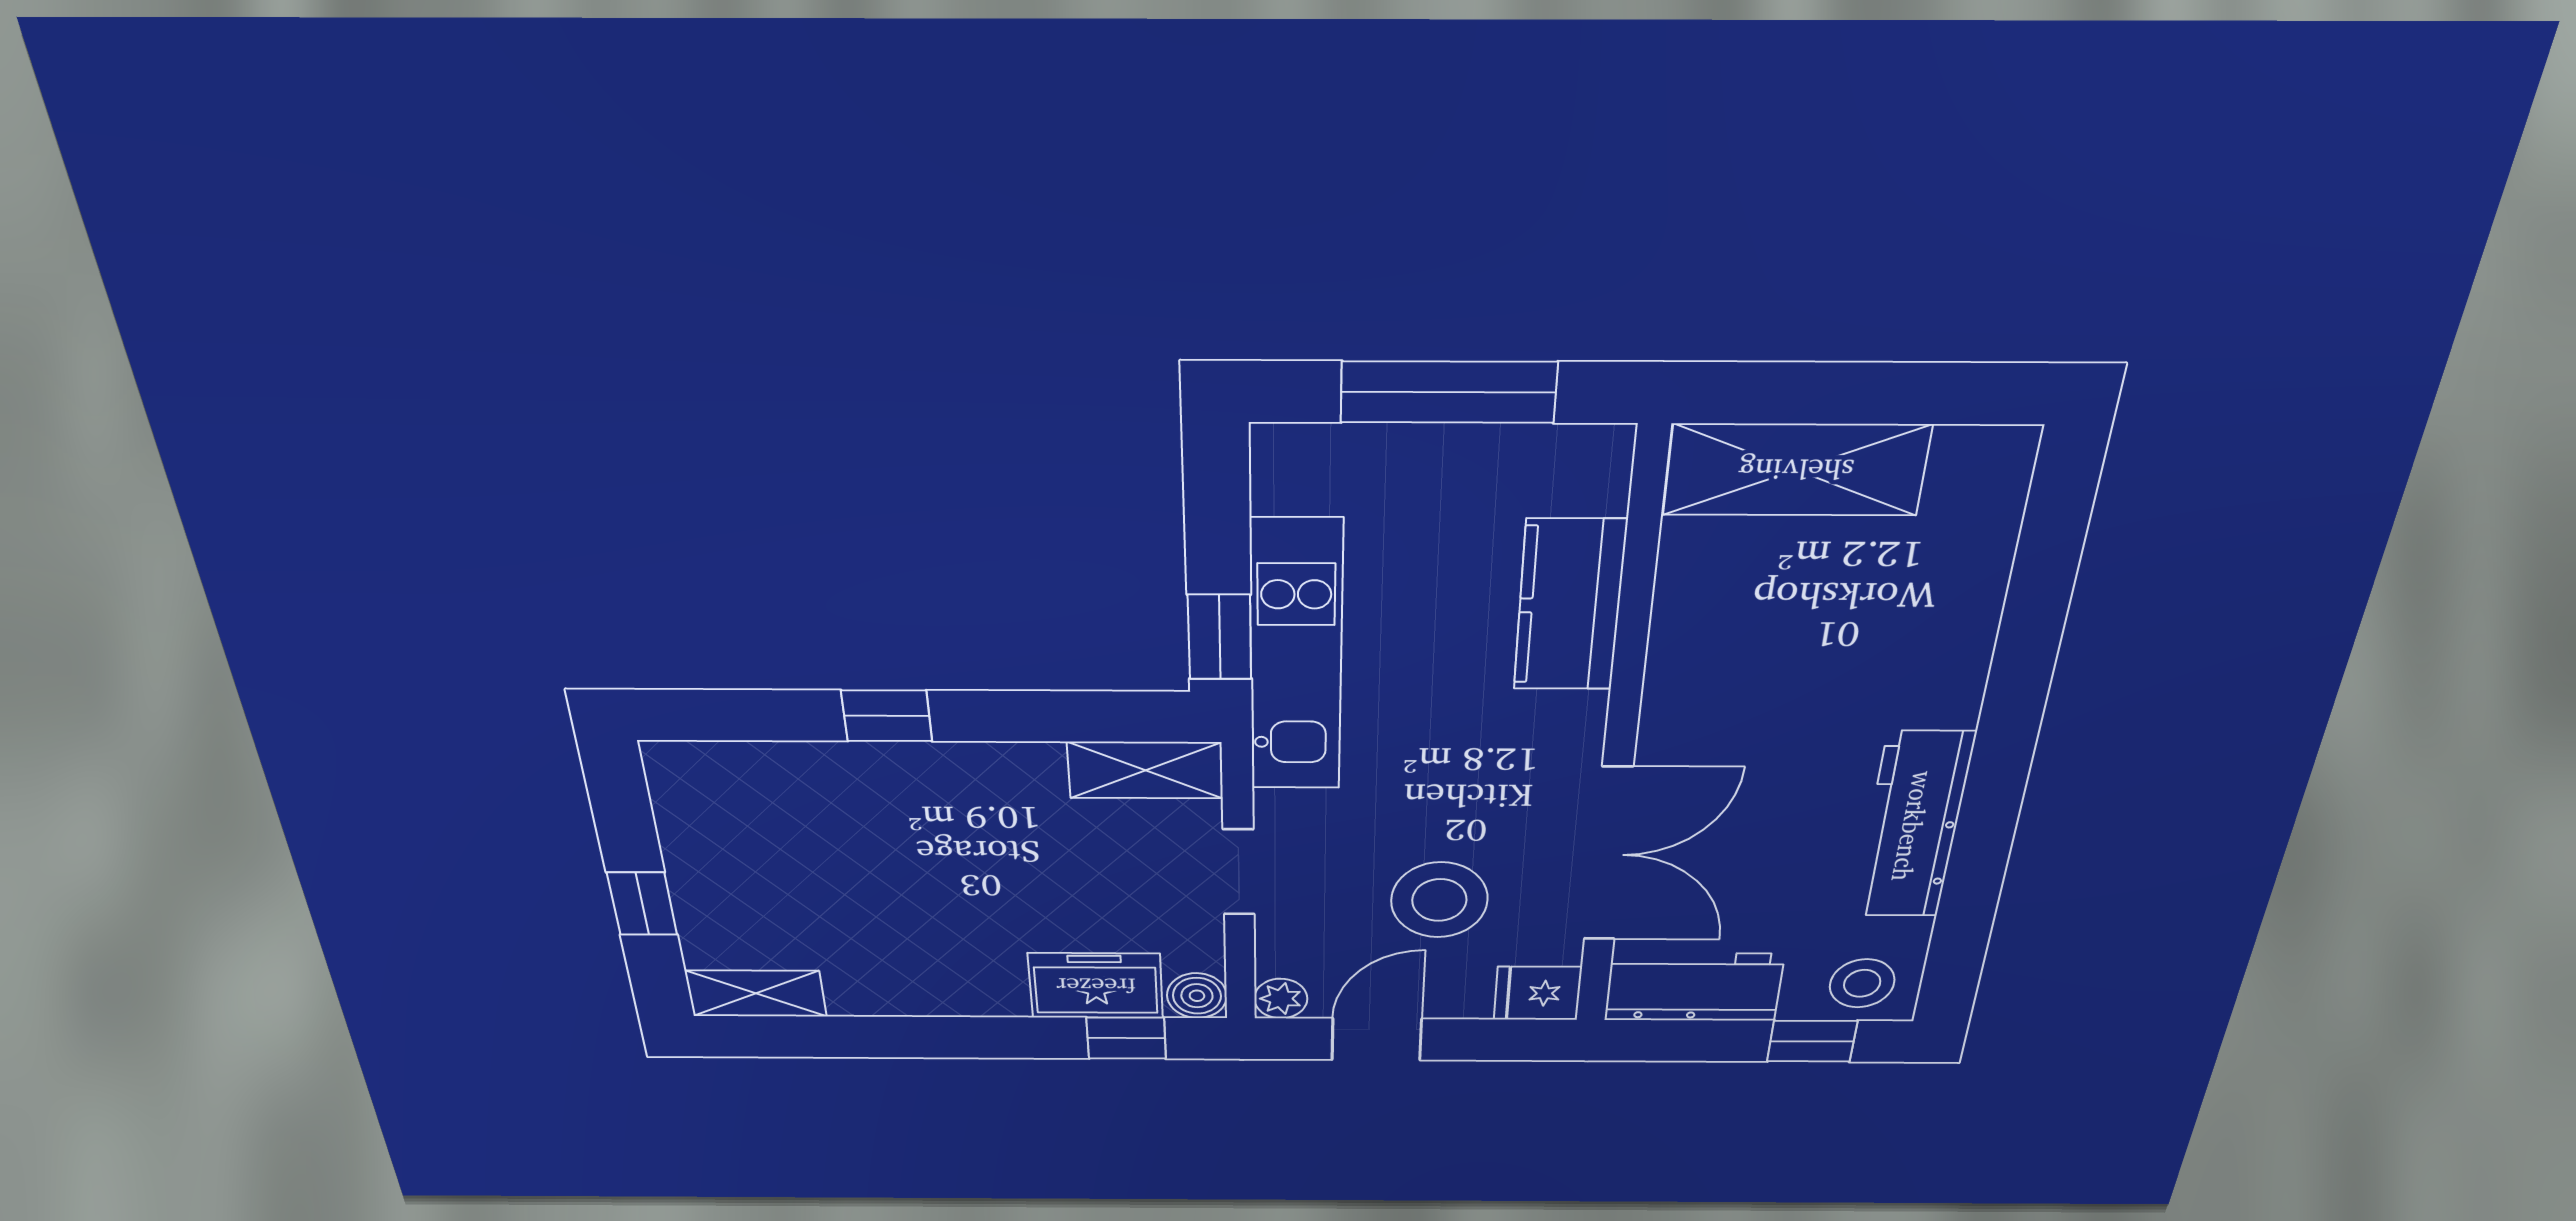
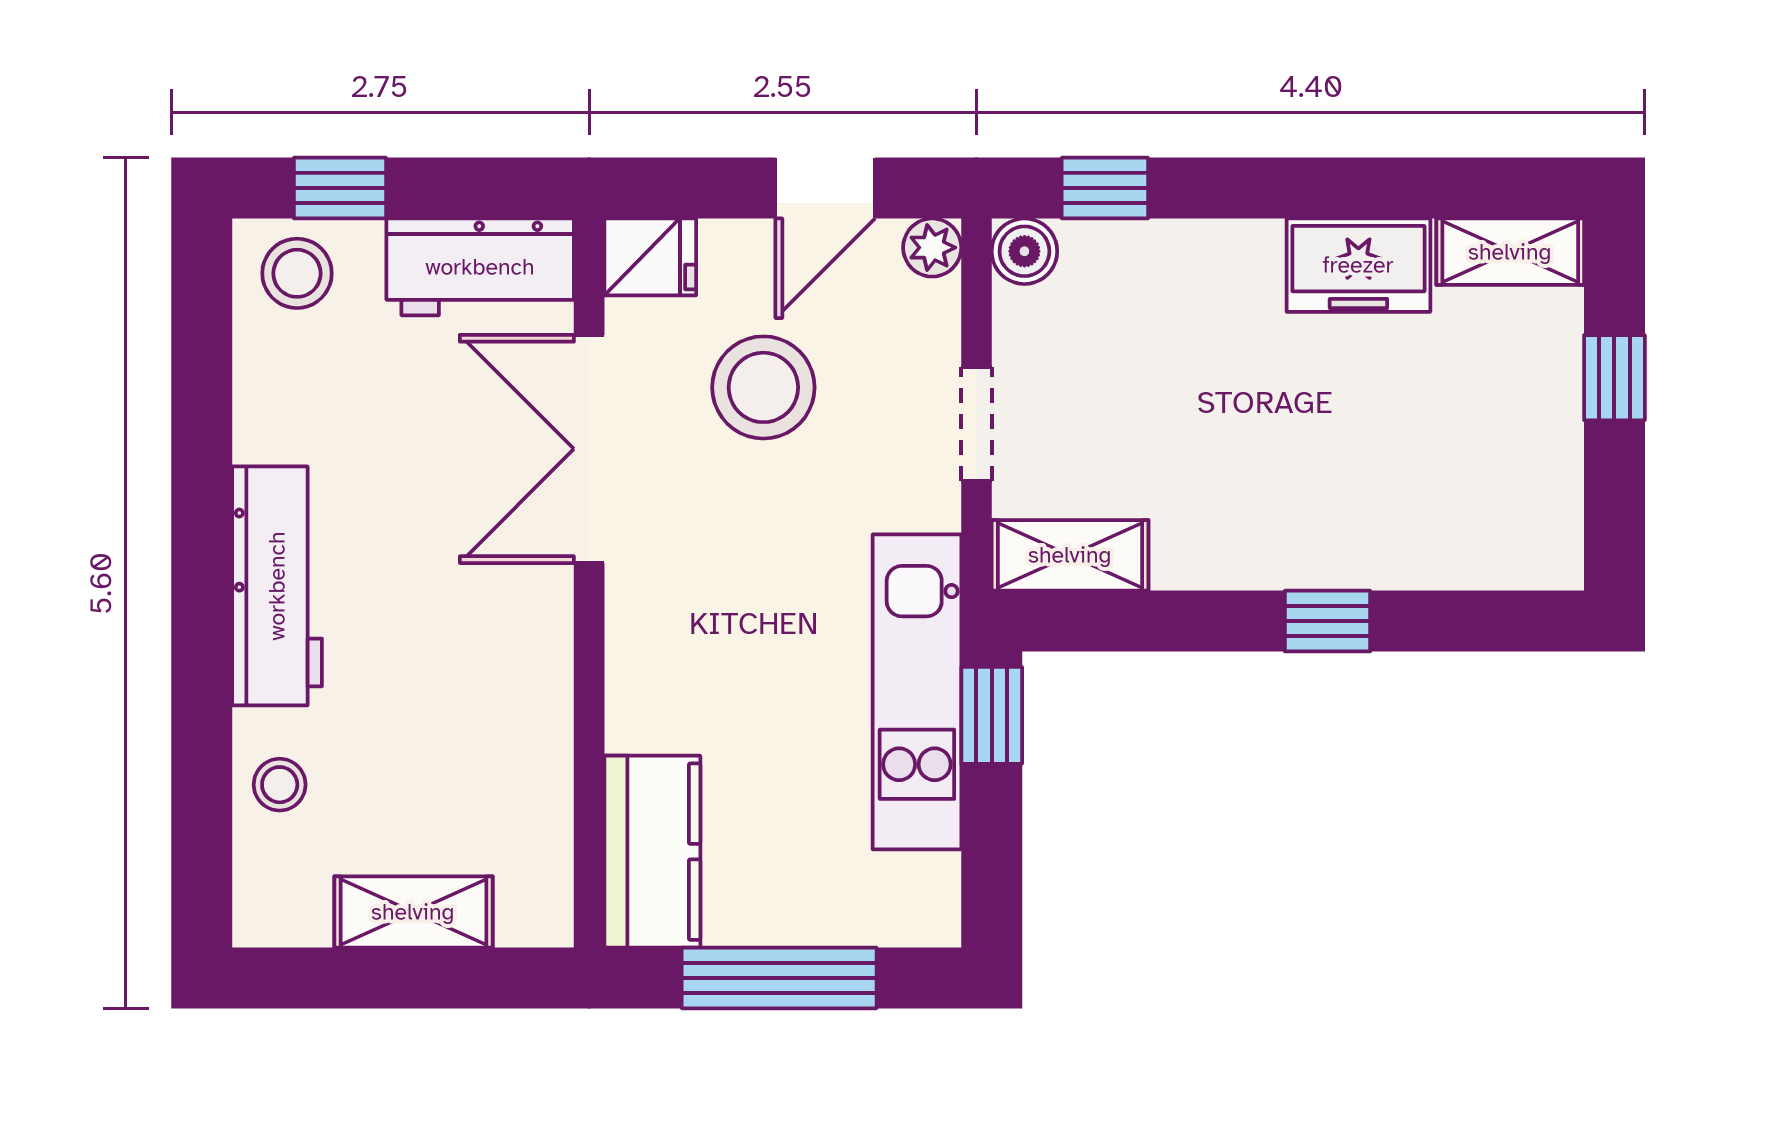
shelving: (1796, 470) -> (413, 912), width x0.67, depth x0.75
stool: (1961, 578) -> (280, 785), added
kitchen counter: (1570, 606) -> (652, 852), moved
workbench: (1913, 826) -> (277, 586), moved
freezer: (1096, 986) -> (1358, 265), moved

